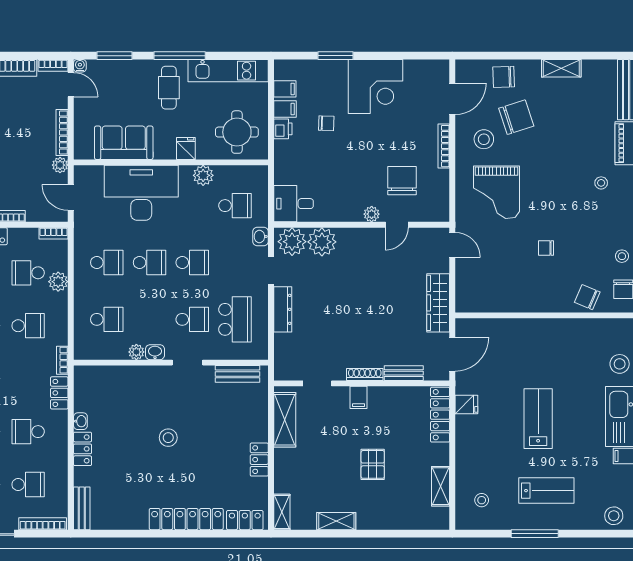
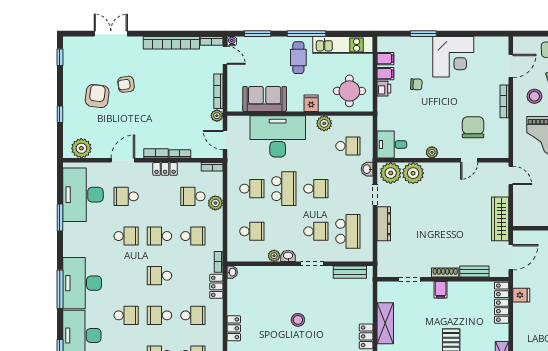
plant: (372, 214) -> (432, 152), moved
school desk: (149, 262) -> (284, 189), width x1.85
shelving: (285, 420) -> (385, 323), moved
washbasin: (80, 421) -> (232, 272), moved
school desk: (28, 432) -> (193, 315), turned 180

